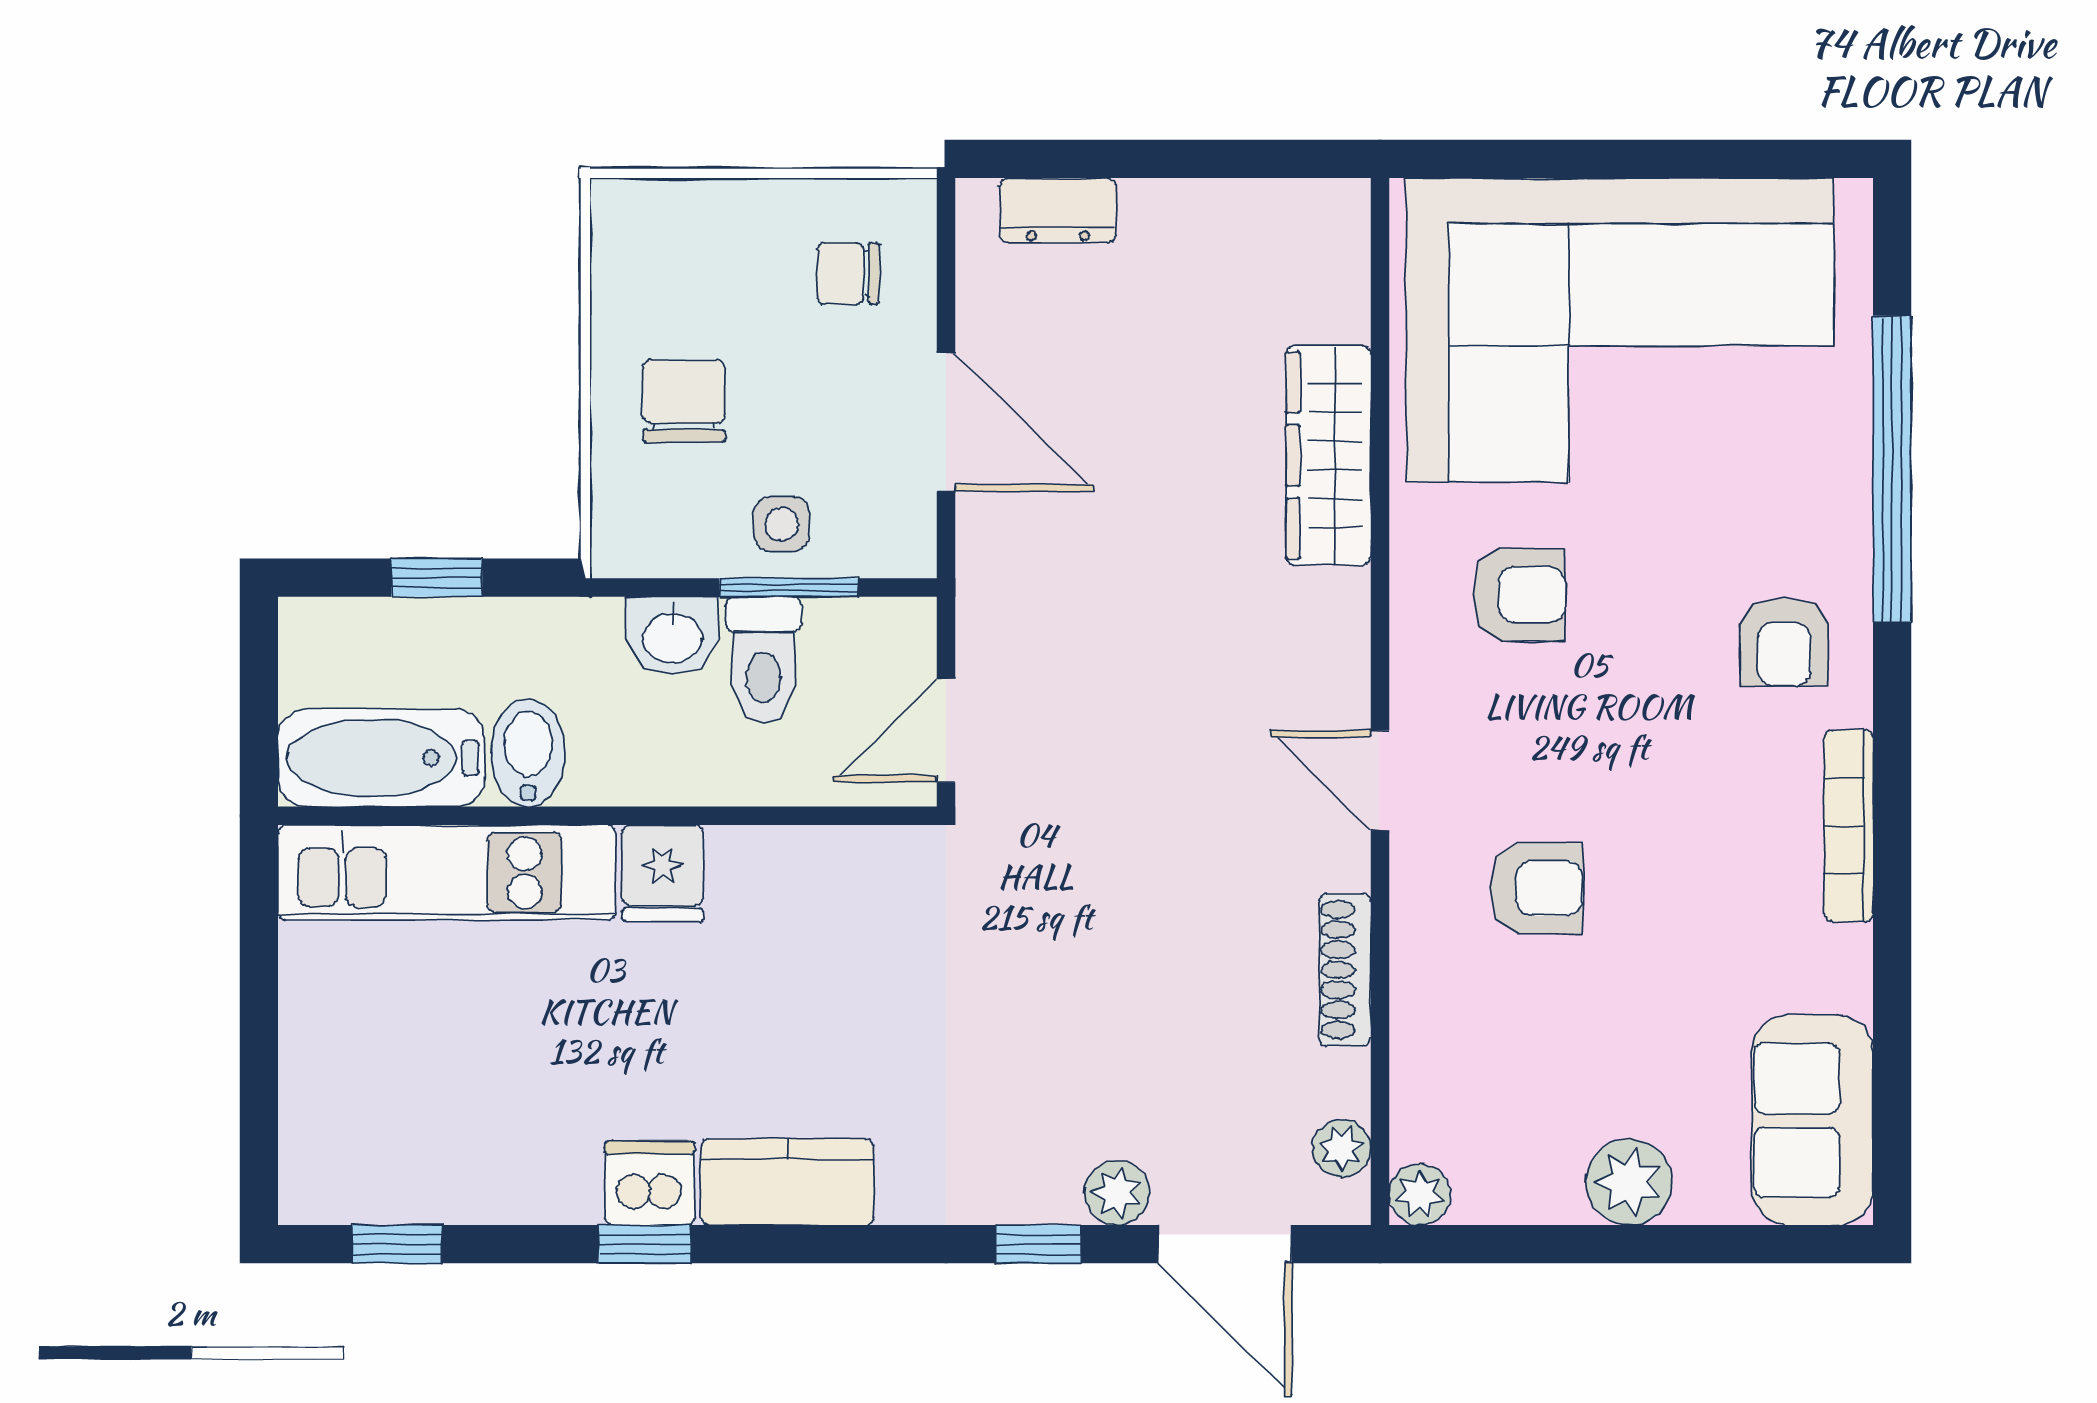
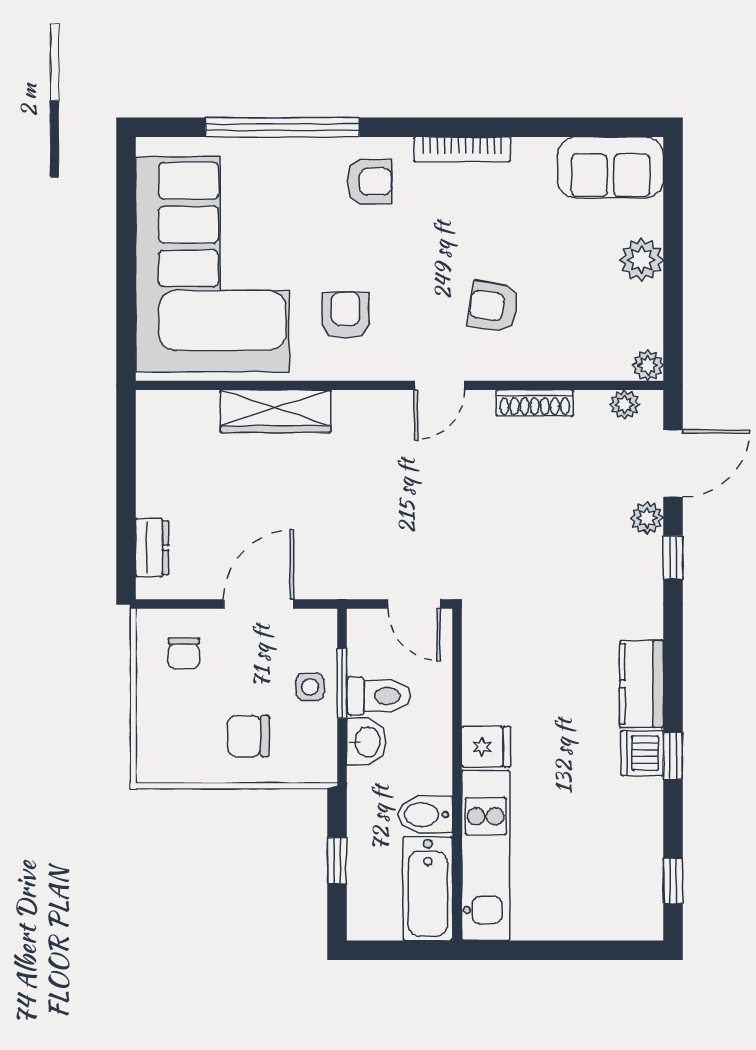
armchair: (1536, 888) -> (493, 307), turned -81

